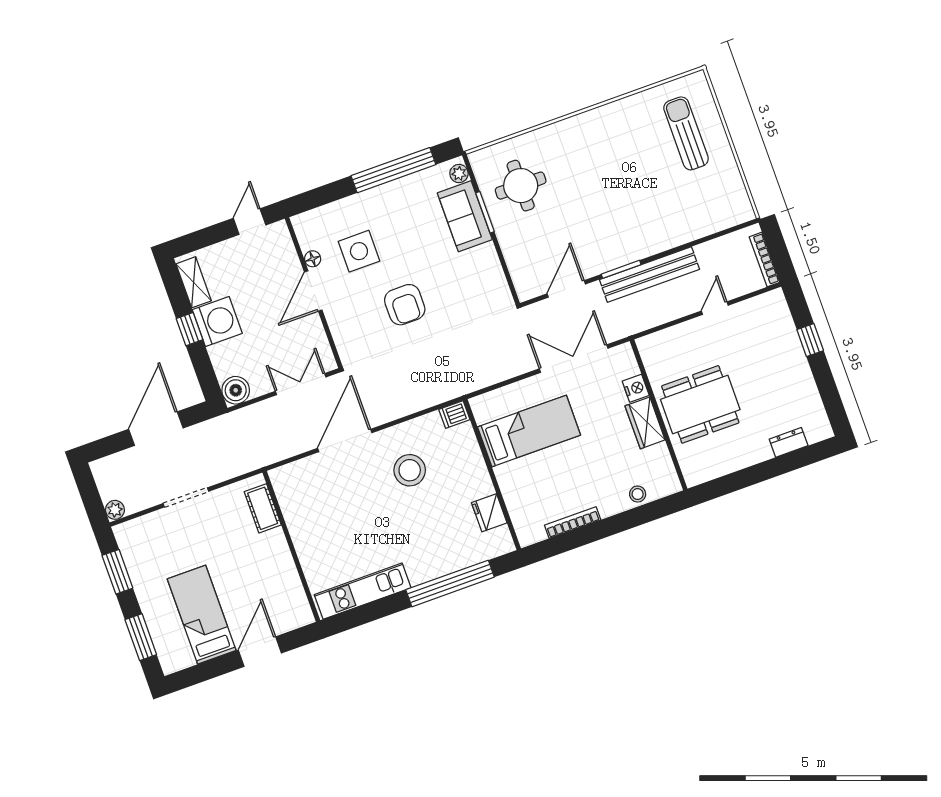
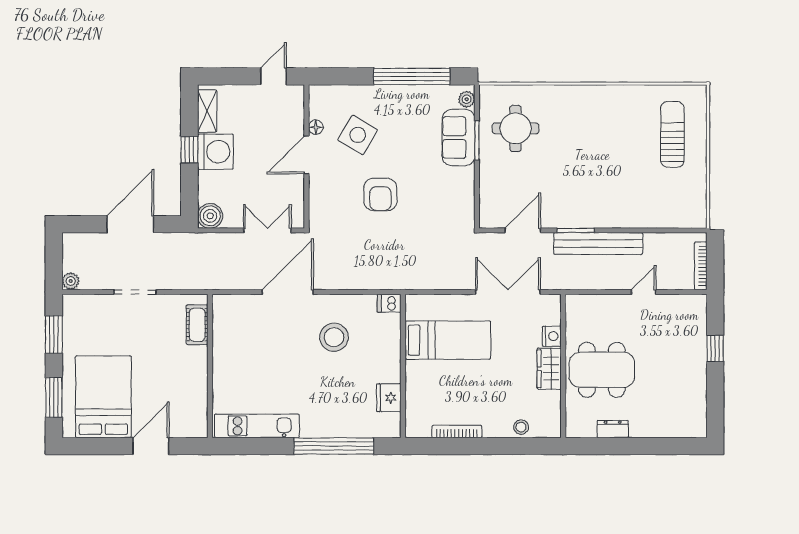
side table: (359, 251) -> (358, 135), turned 31
dresser: (789, 442) -> (613, 429), moved
bed: (202, 615) -> (103, 397), width x1.50

